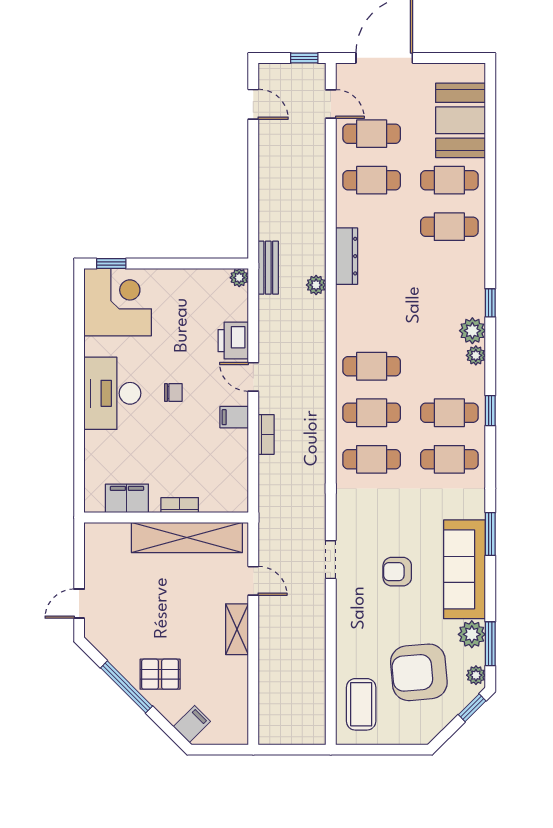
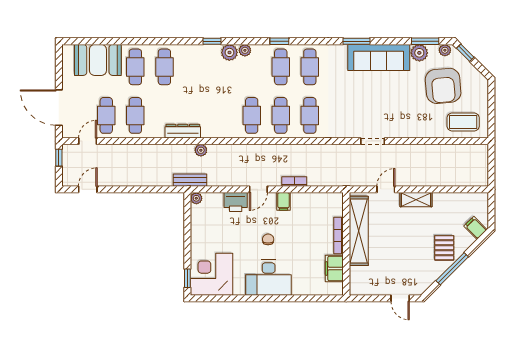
bookcase: (180, 505) -> (339, 236), width x1.56
armchair: (397, 572) -> (380, 99), removed

